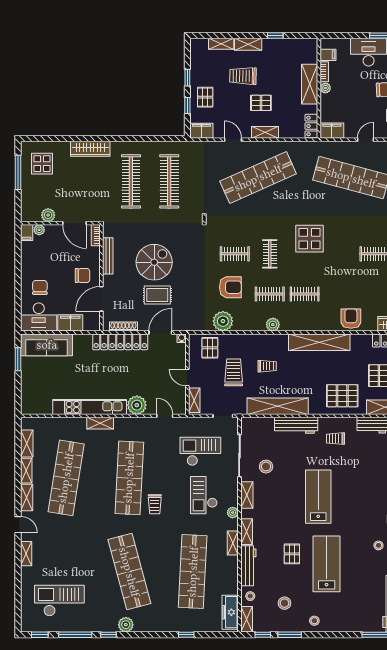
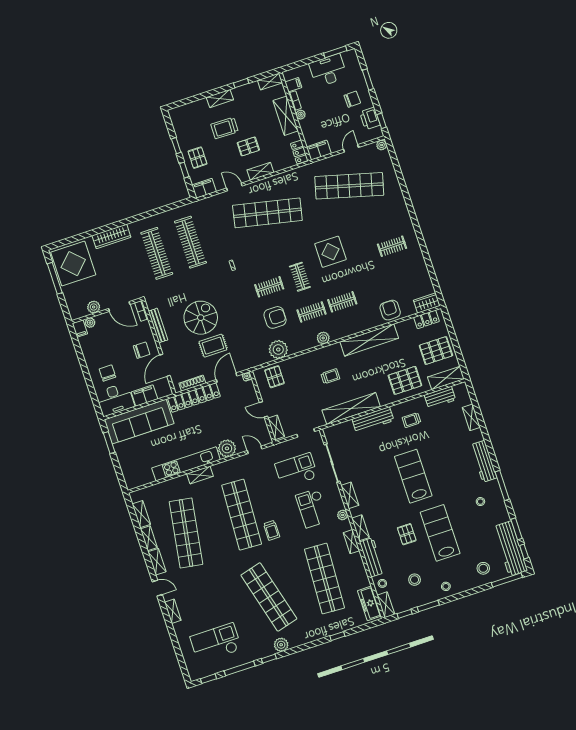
shelving: (221, 44) -> (270, 82), moved
display table: (42, 164) -> (73, 264), width x1.86, depth x1.86
shop shelf: (258, 178) -> (267, 213), turned 36
sofa: (47, 345) -> (139, 422), width x1.36, depth x1.27
trolley: (234, 372) -> (303, 391), removed
stool: (266, 467) -> (483, 568), moved

